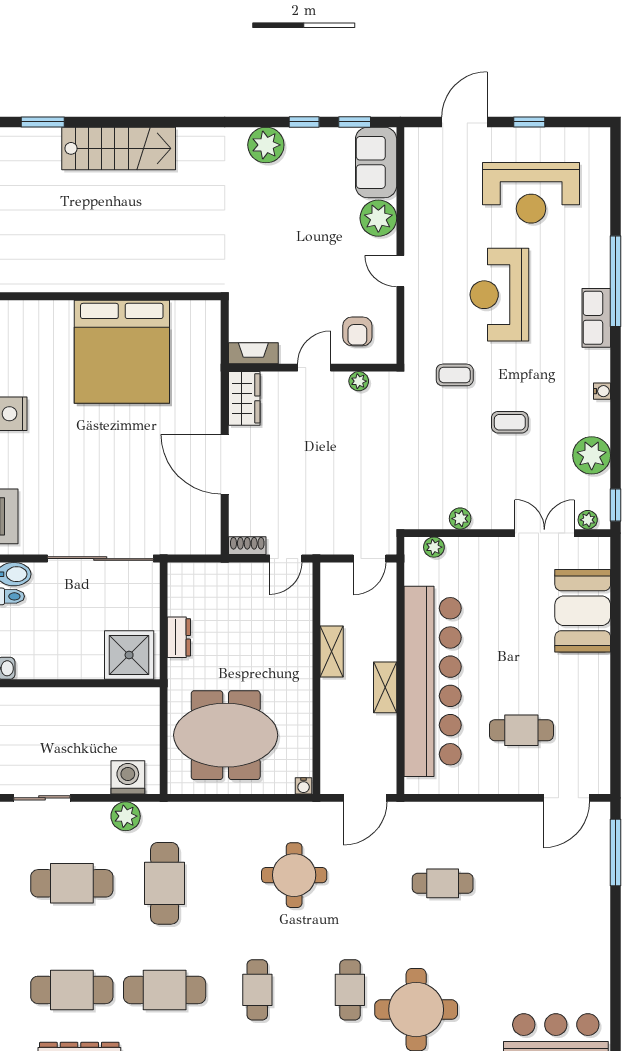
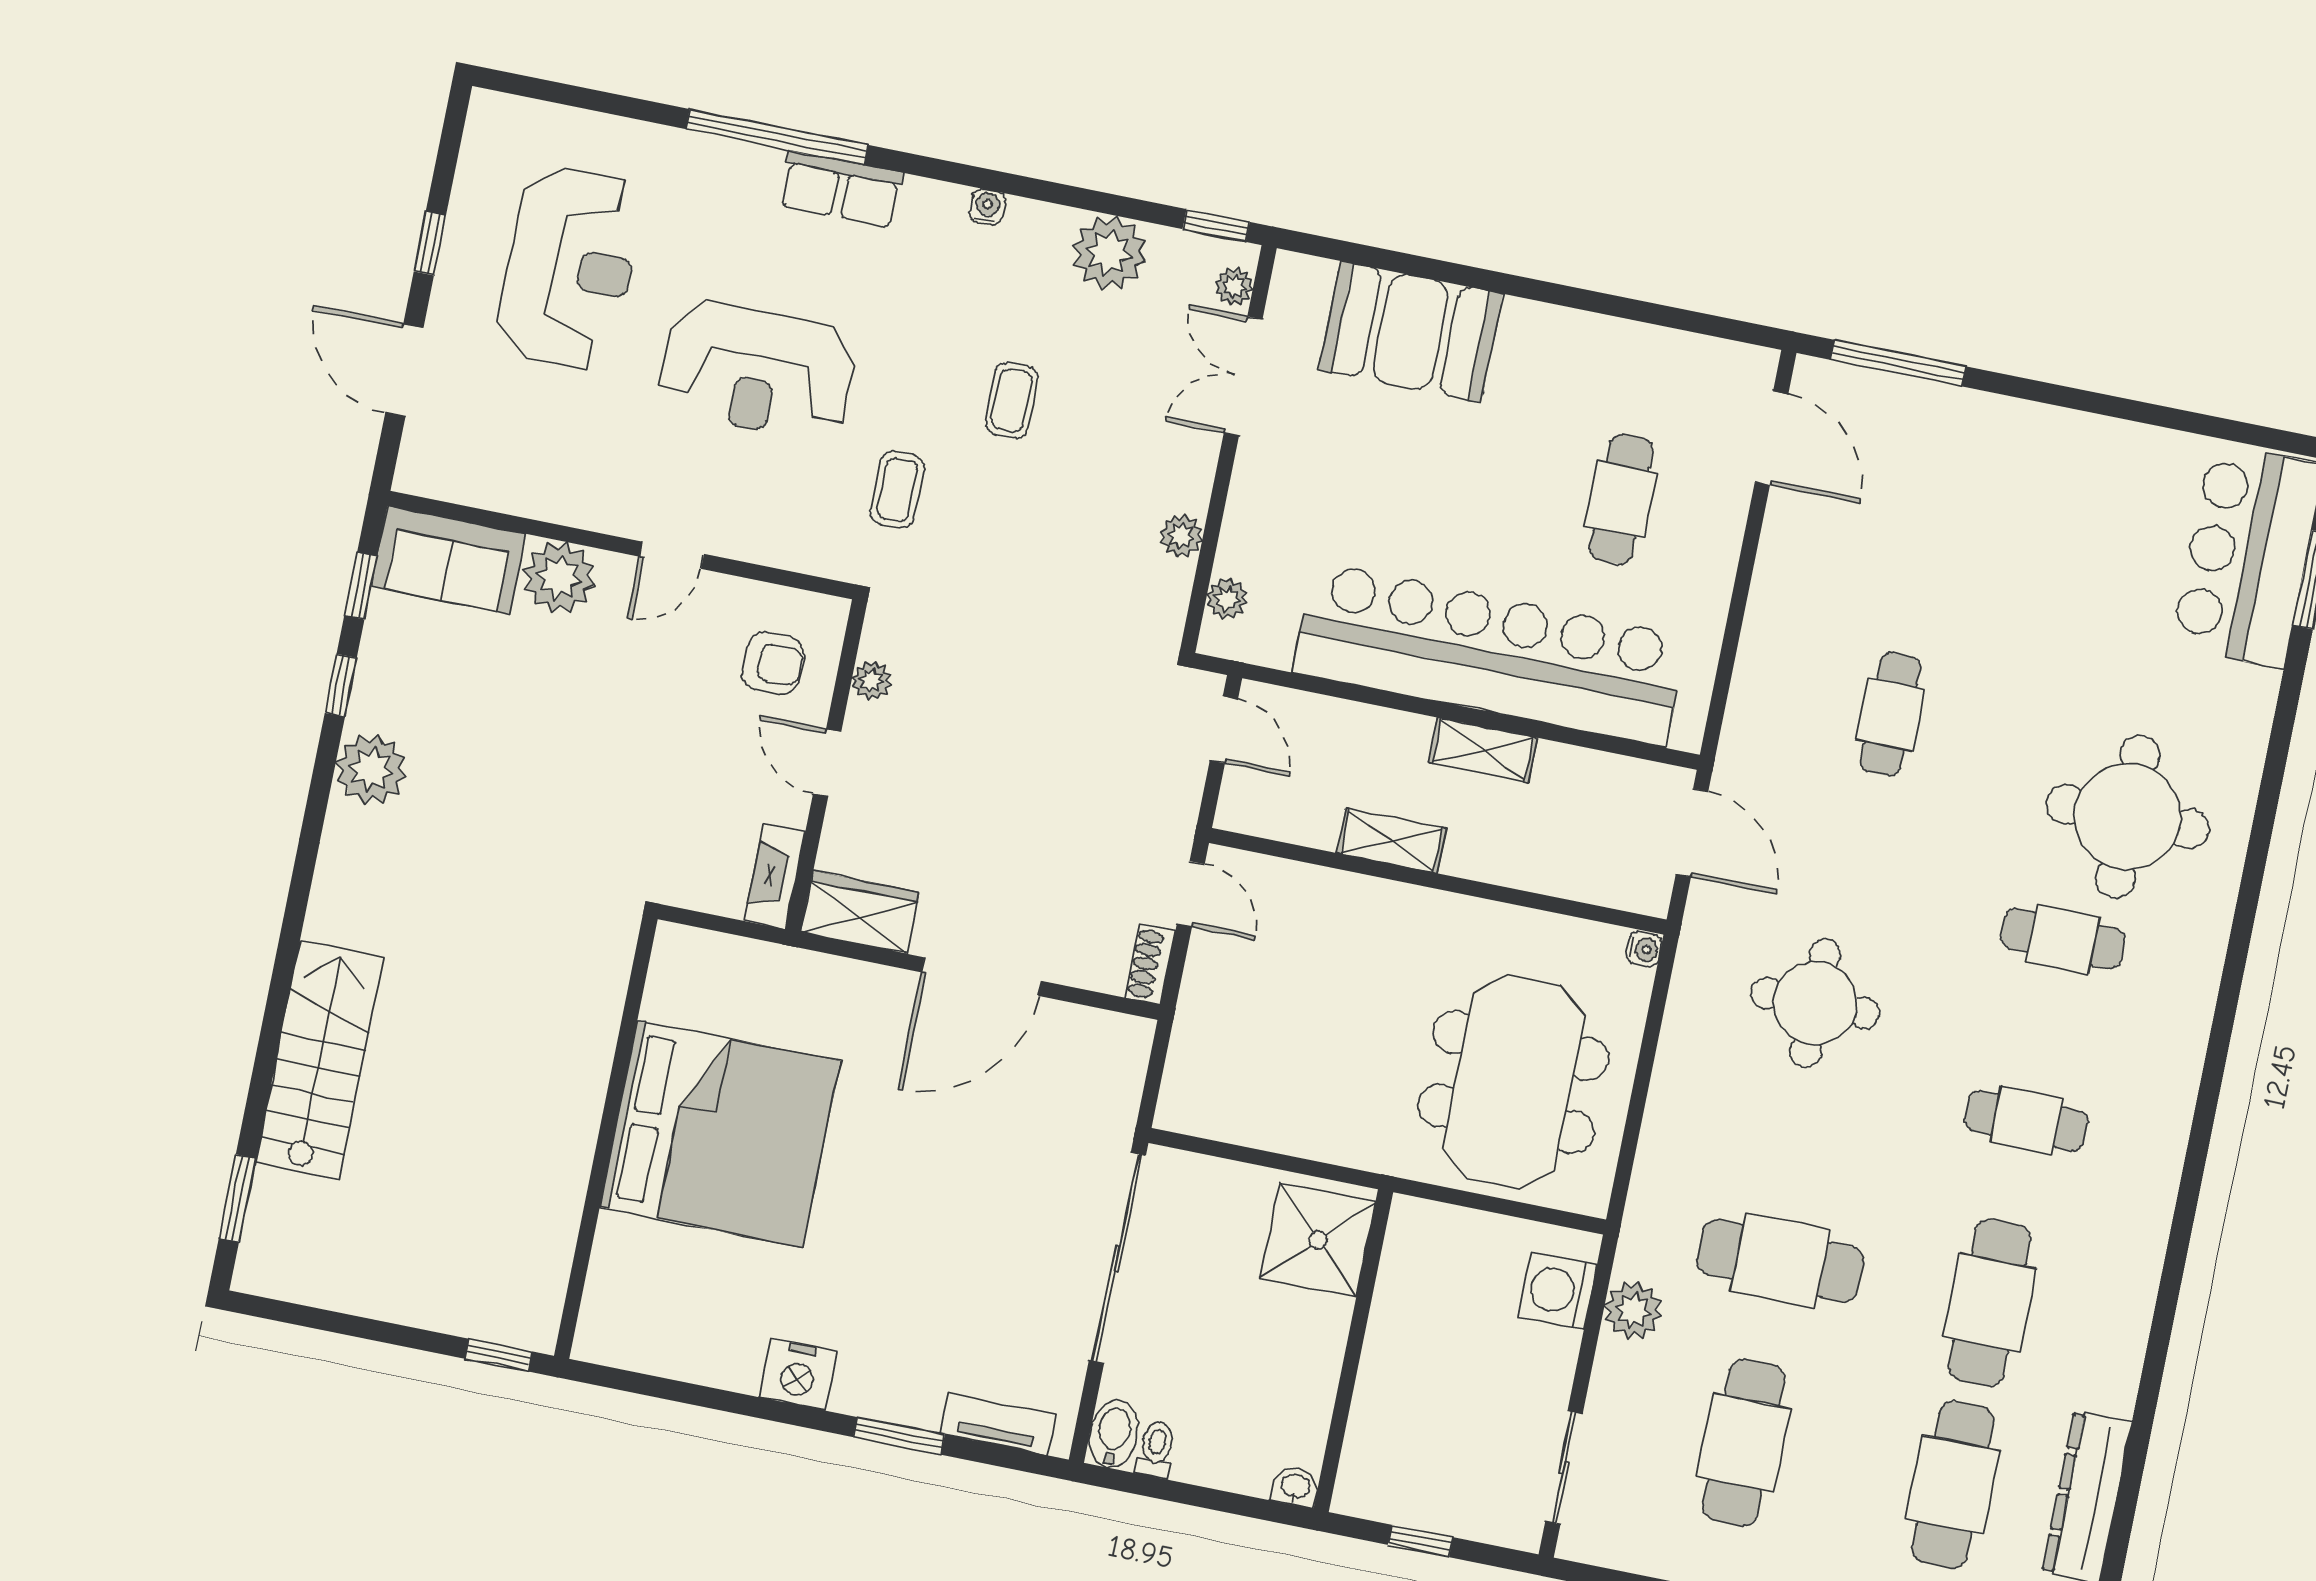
dresser: (179, 637) -> (1303, 1135), removed

